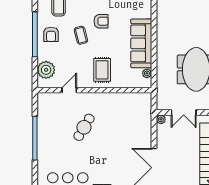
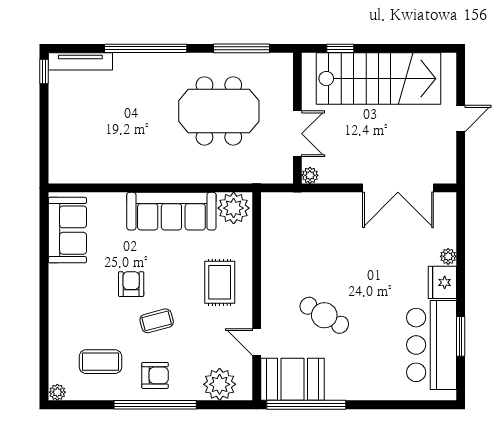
rug: (102, 70) -> (220, 282), turned 90
plant: (147, 73) -> (234, 208), width x1.88, depth x1.88
booth: (49, 110) -> (293, 379), added
window: (35, 138) -> (306, 405), moved

